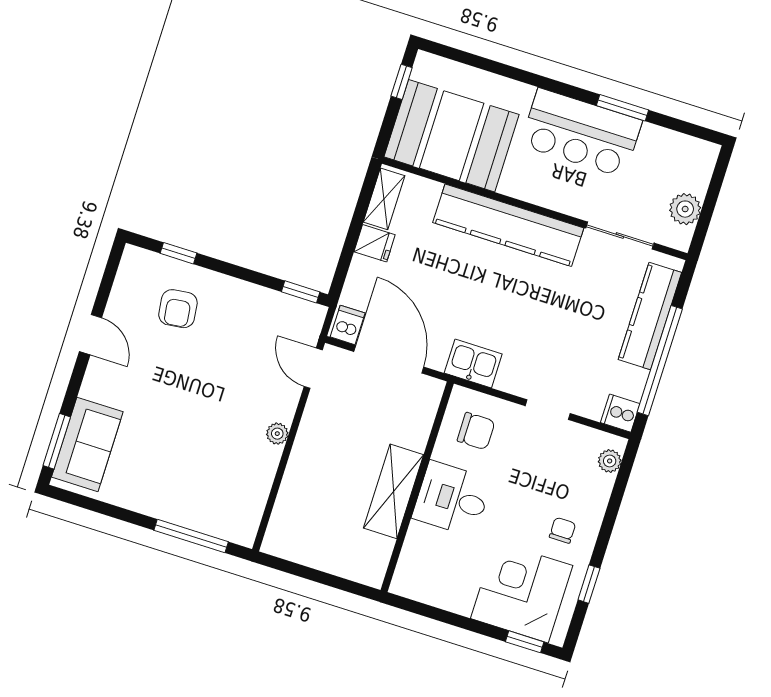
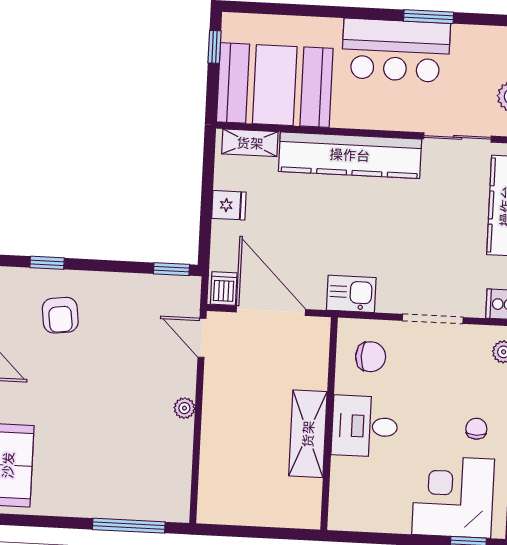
shelving: (384, 199) -> (250, 143), moved, turned 90
doorway: (548, 410) -> (433, 319), width x1.38

